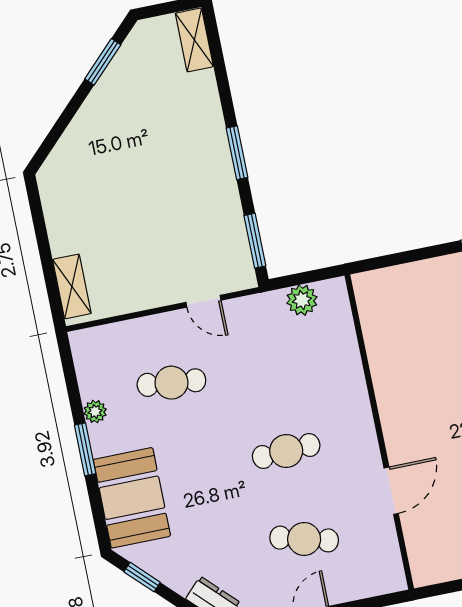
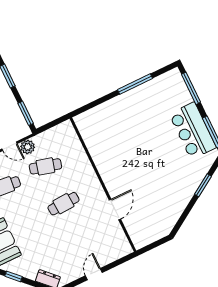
plant: (302, 300) -> (28, 147), moved
cafe table: (304, 539) -> (45, 166), moved

